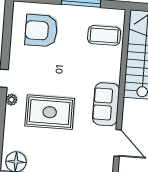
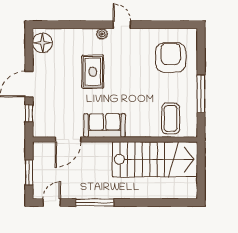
rug: (50, 112) -> (93, 72), width x0.73, depth x0.70

